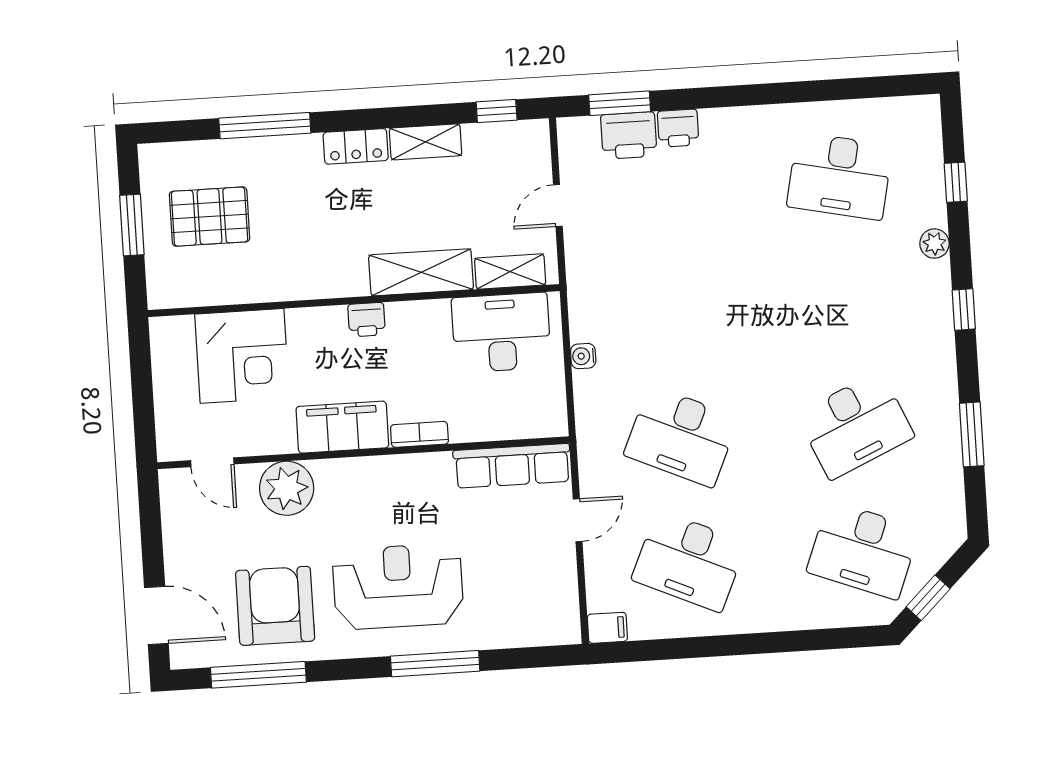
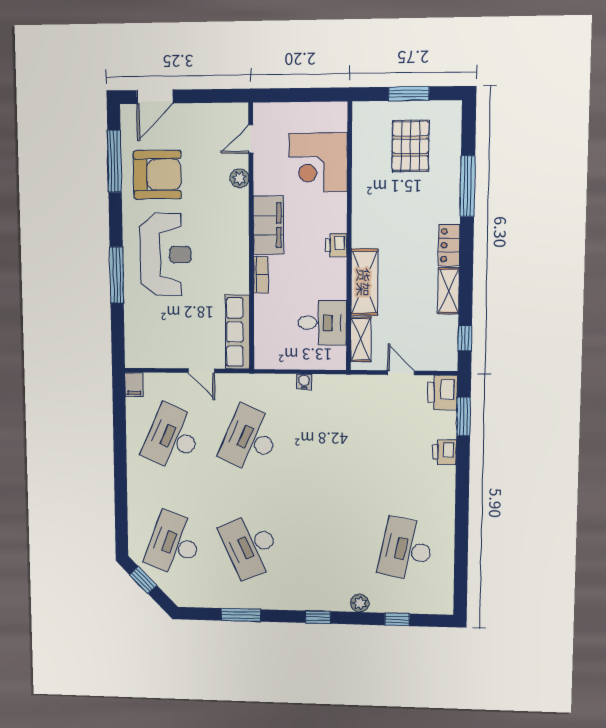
printer: (629, 136) -> (443, 393), moved
desk: (501, 333) -> (322, 323), width x0.73
plant: (287, 488) -> (240, 178), width x0.53, depth x0.53

